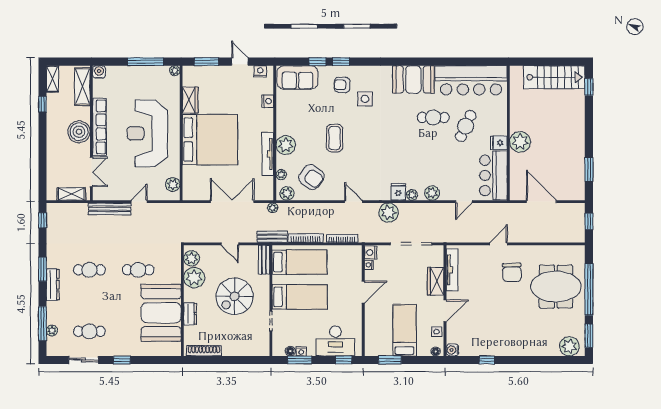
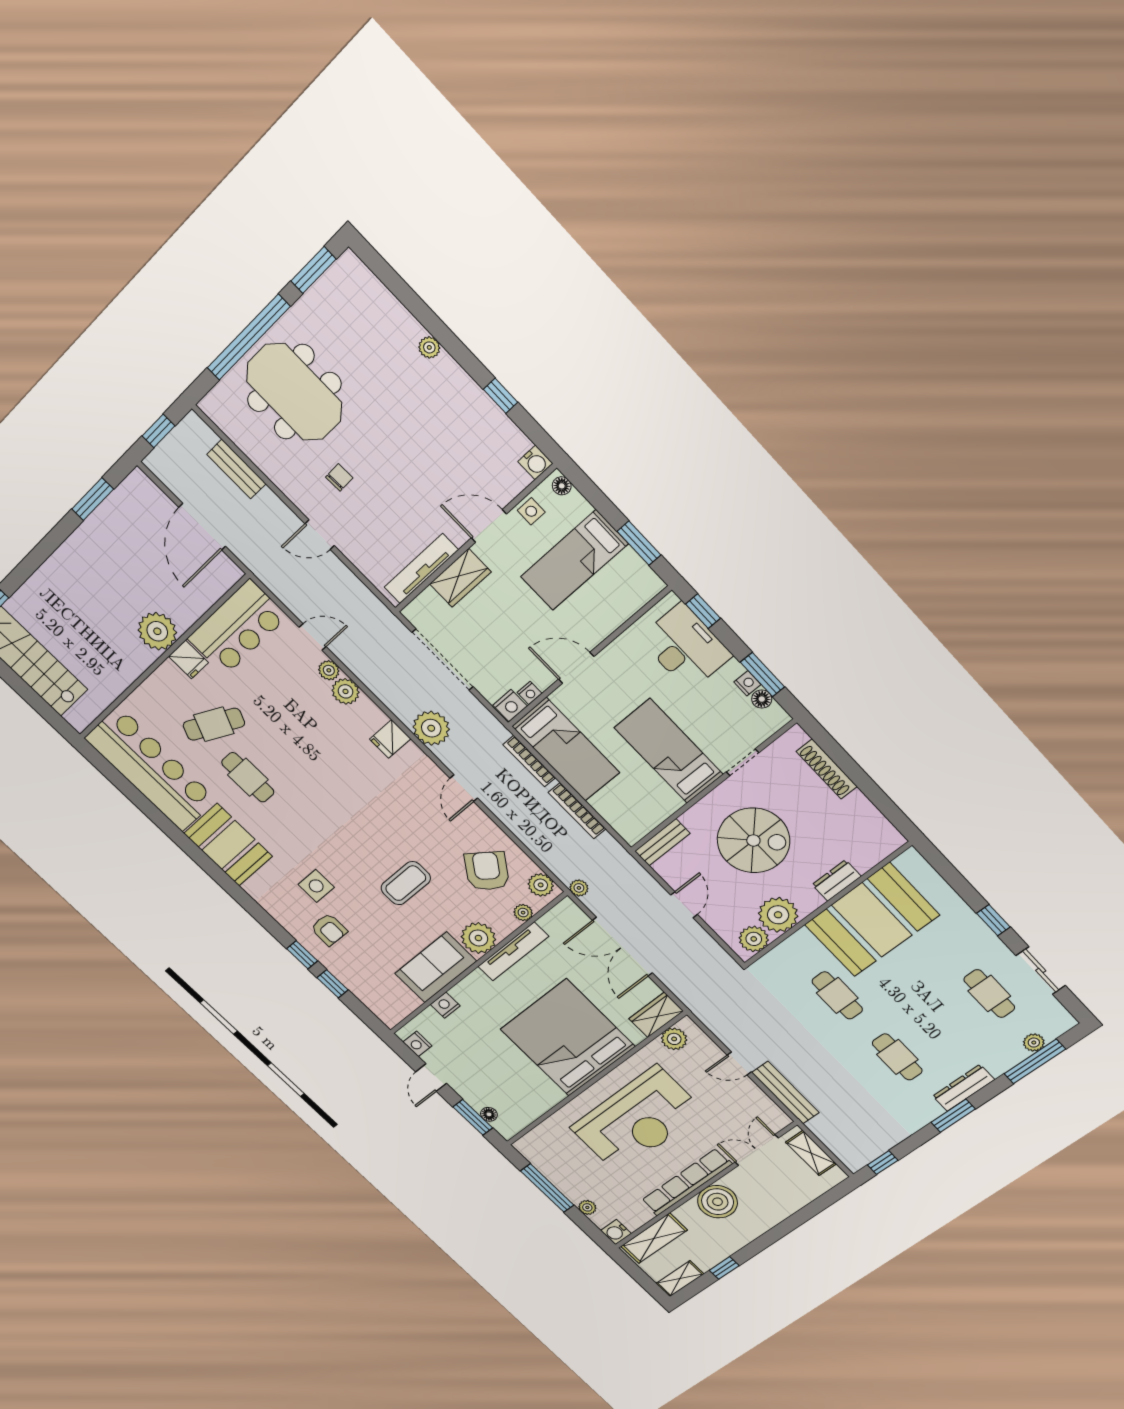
floor lamp: (202, 70) -> (489, 1114), added
plant: (175, 71) -> (587, 1207), moved
sofa: (297, 77) -> (436, 967), moved, turned -90
wardrobe: (190, 100) -> (656, 1015), moved
plant: (412, 195) -> (329, 670), moved
bench: (272, 237) -> (236, 469), moved
bed: (300, 262) -> (566, 749), moved, turned 180
chair: (512, 272) -> (339, 477), width x0.54, depth x0.54
plant: (569, 346) -> (429, 347), moved, width x0.53, depth x0.53
shoe rack: (204, 351) -> (827, 769), moved

